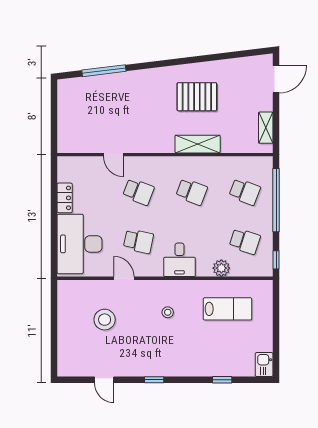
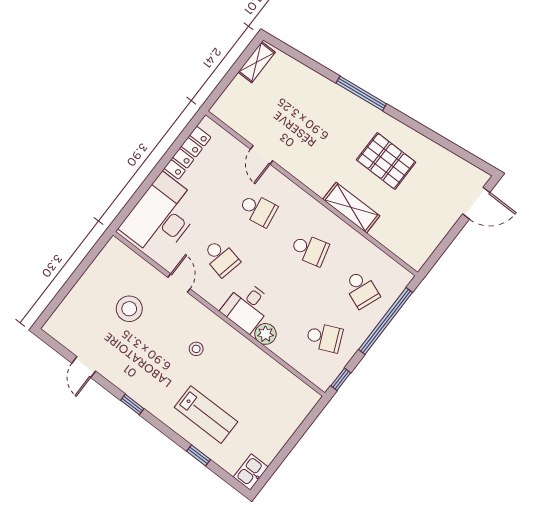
window: (104, 71) -> (361, 93), moved
shelving: (266, 128) -> (257, 62), moved
school desk: (138, 192) -> (258, 210), turned -30
school desk: (192, 192) -> (310, 249), turned -36
locker: (65, 198) -> (187, 153), width x1.53
school desk: (245, 241) -> (324, 337), turned -42
plant: (221, 268) -> (265, 334), moved
lab bench: (227, 309) -> (206, 415), moved

